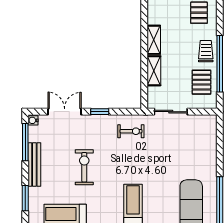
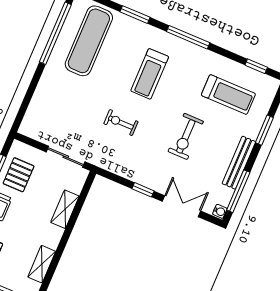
shelving: (154, 40) -> (42, 264), moved
double door: (65, 112) -> (181, 206), swing flipped
exercise bike: (131, 131) -> (121, 123), moved

